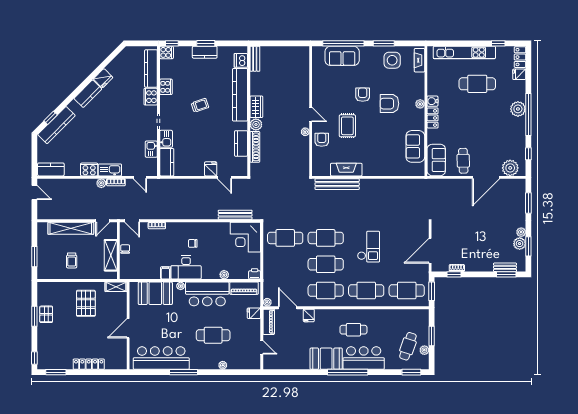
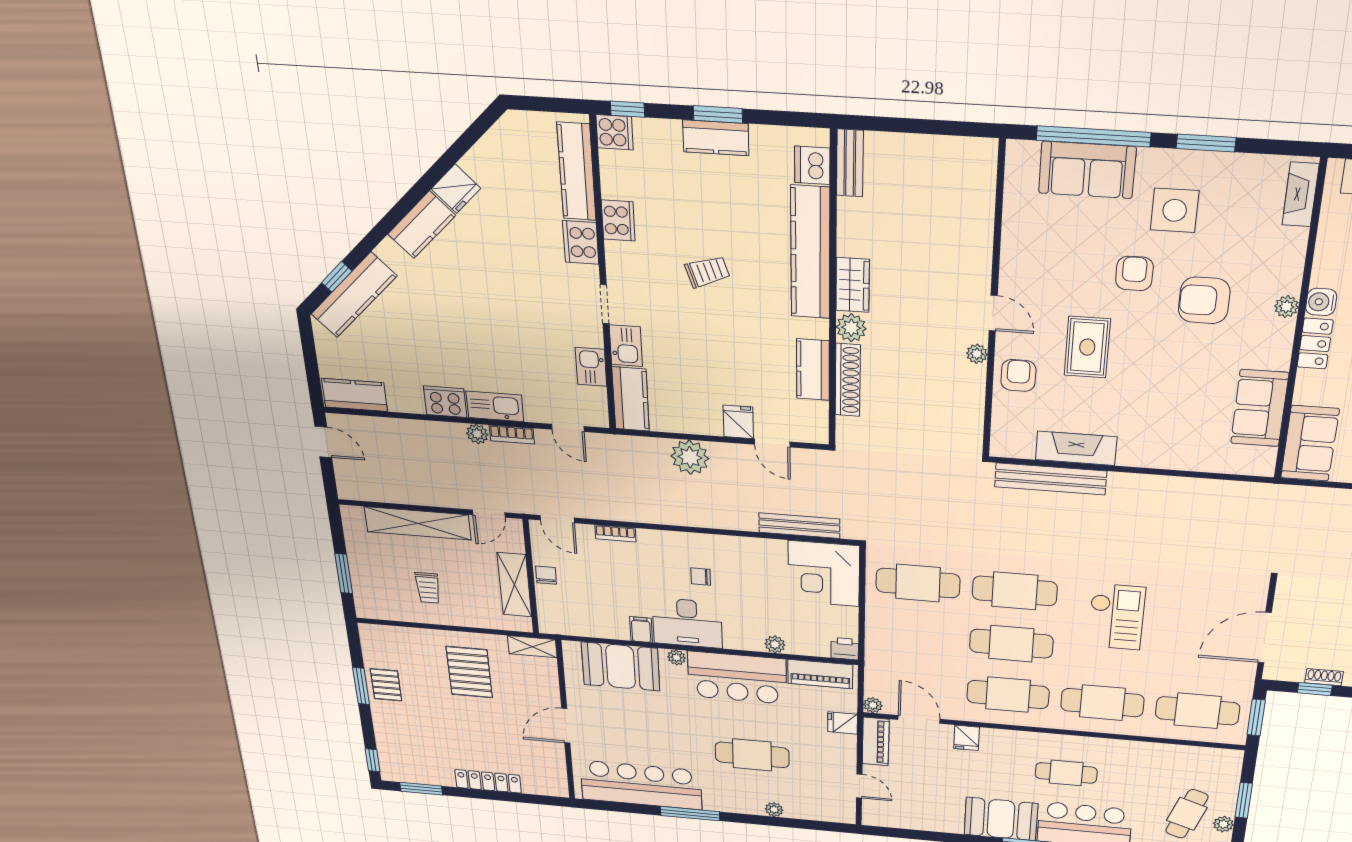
side table: (392, 60) -> (1175, 210), moved
plant: (190, 187) -> (690, 457), added

